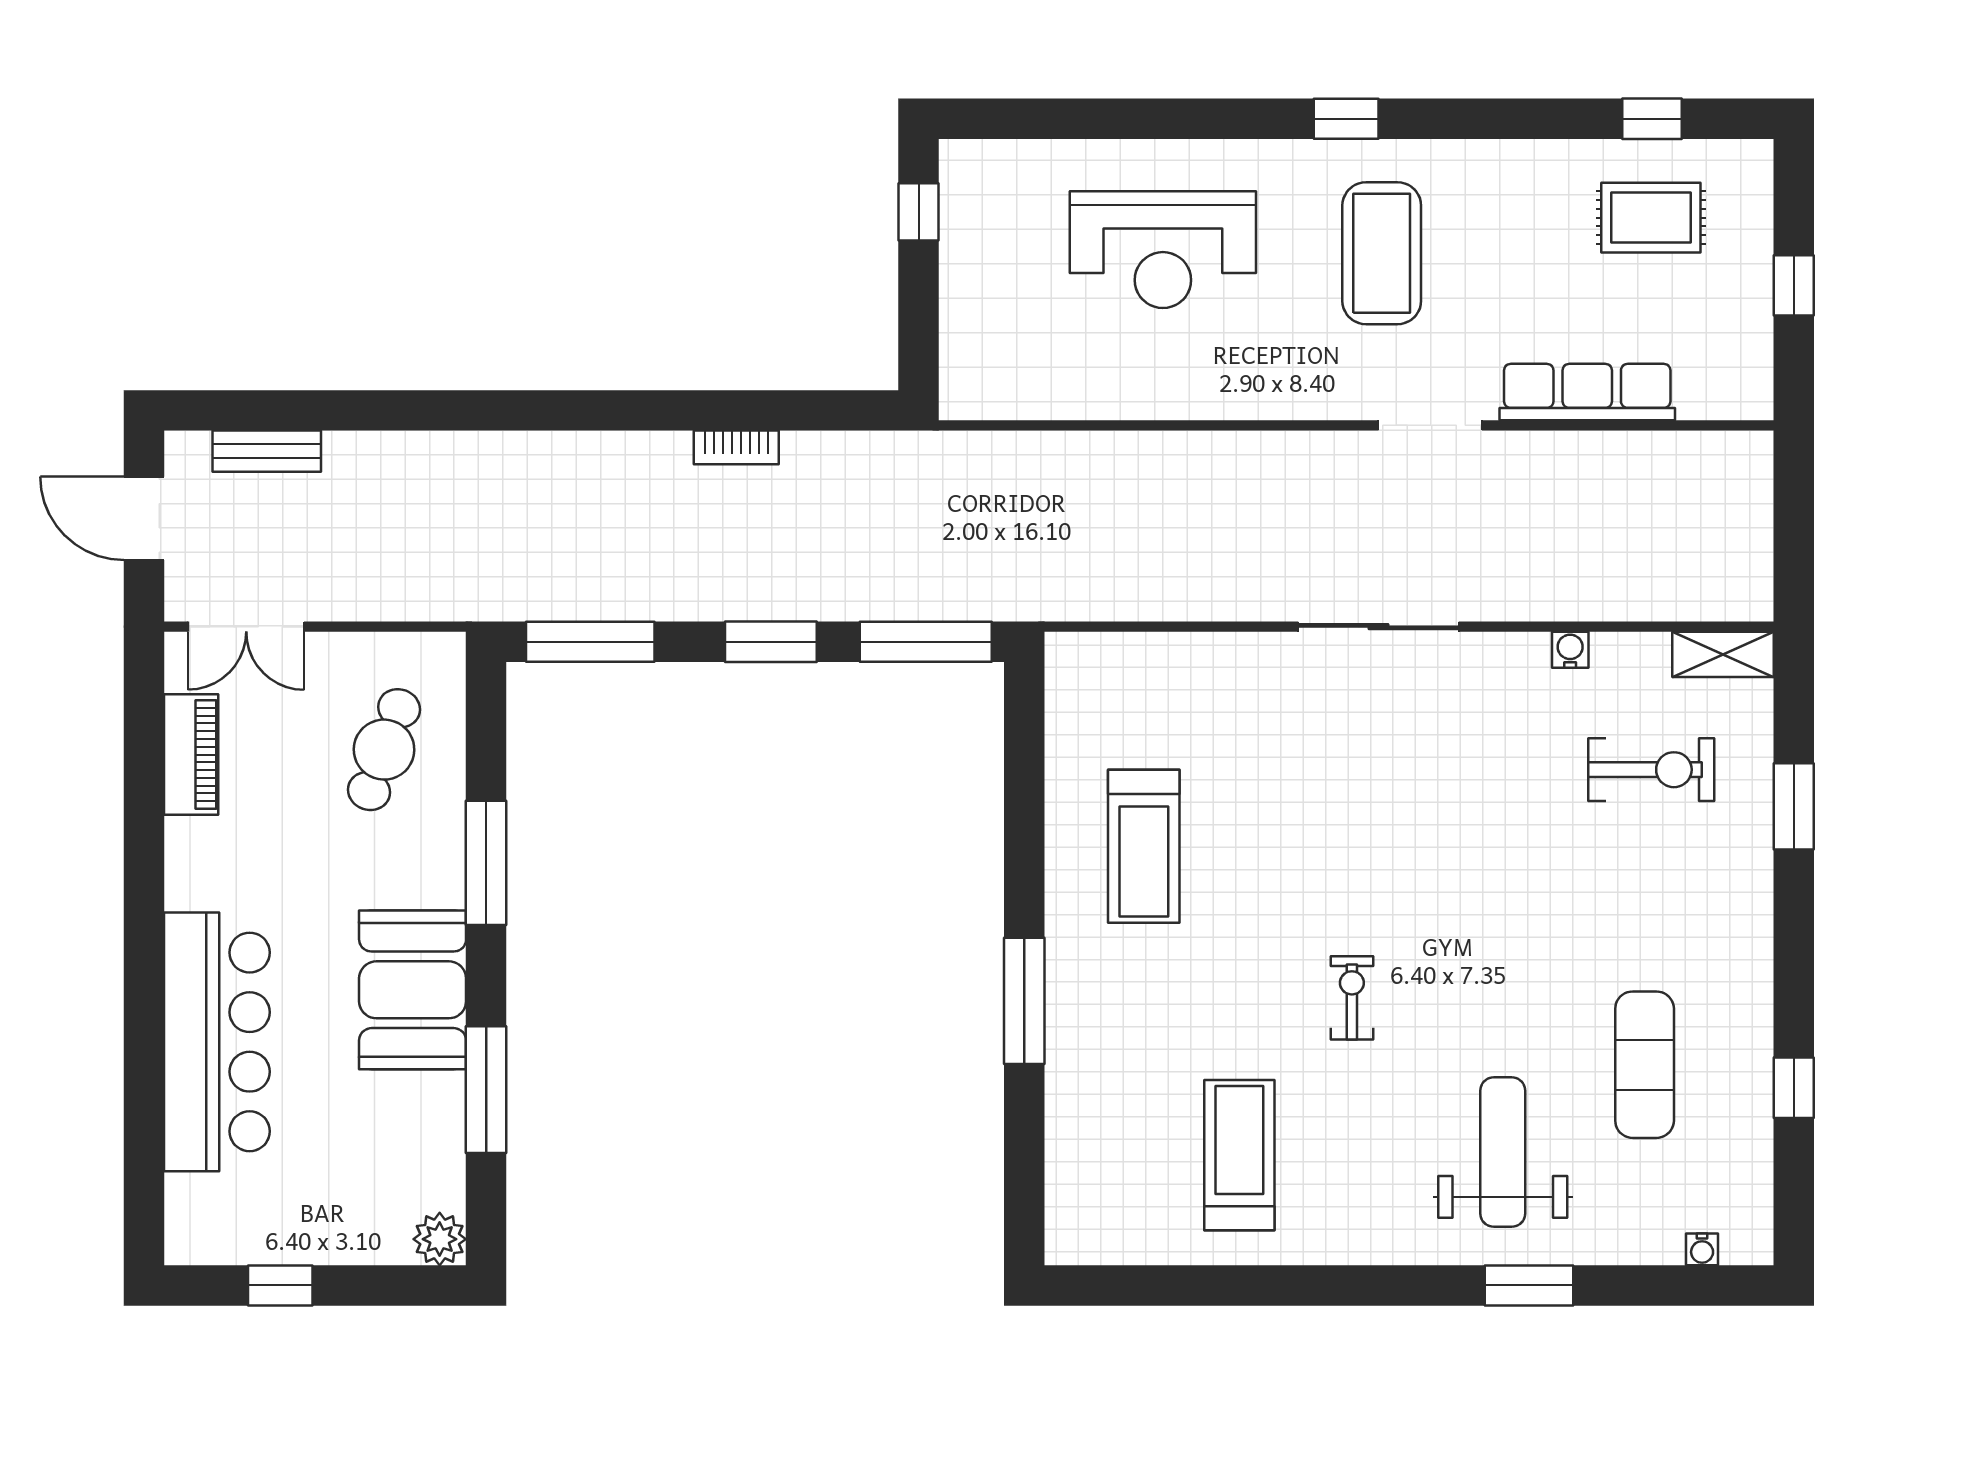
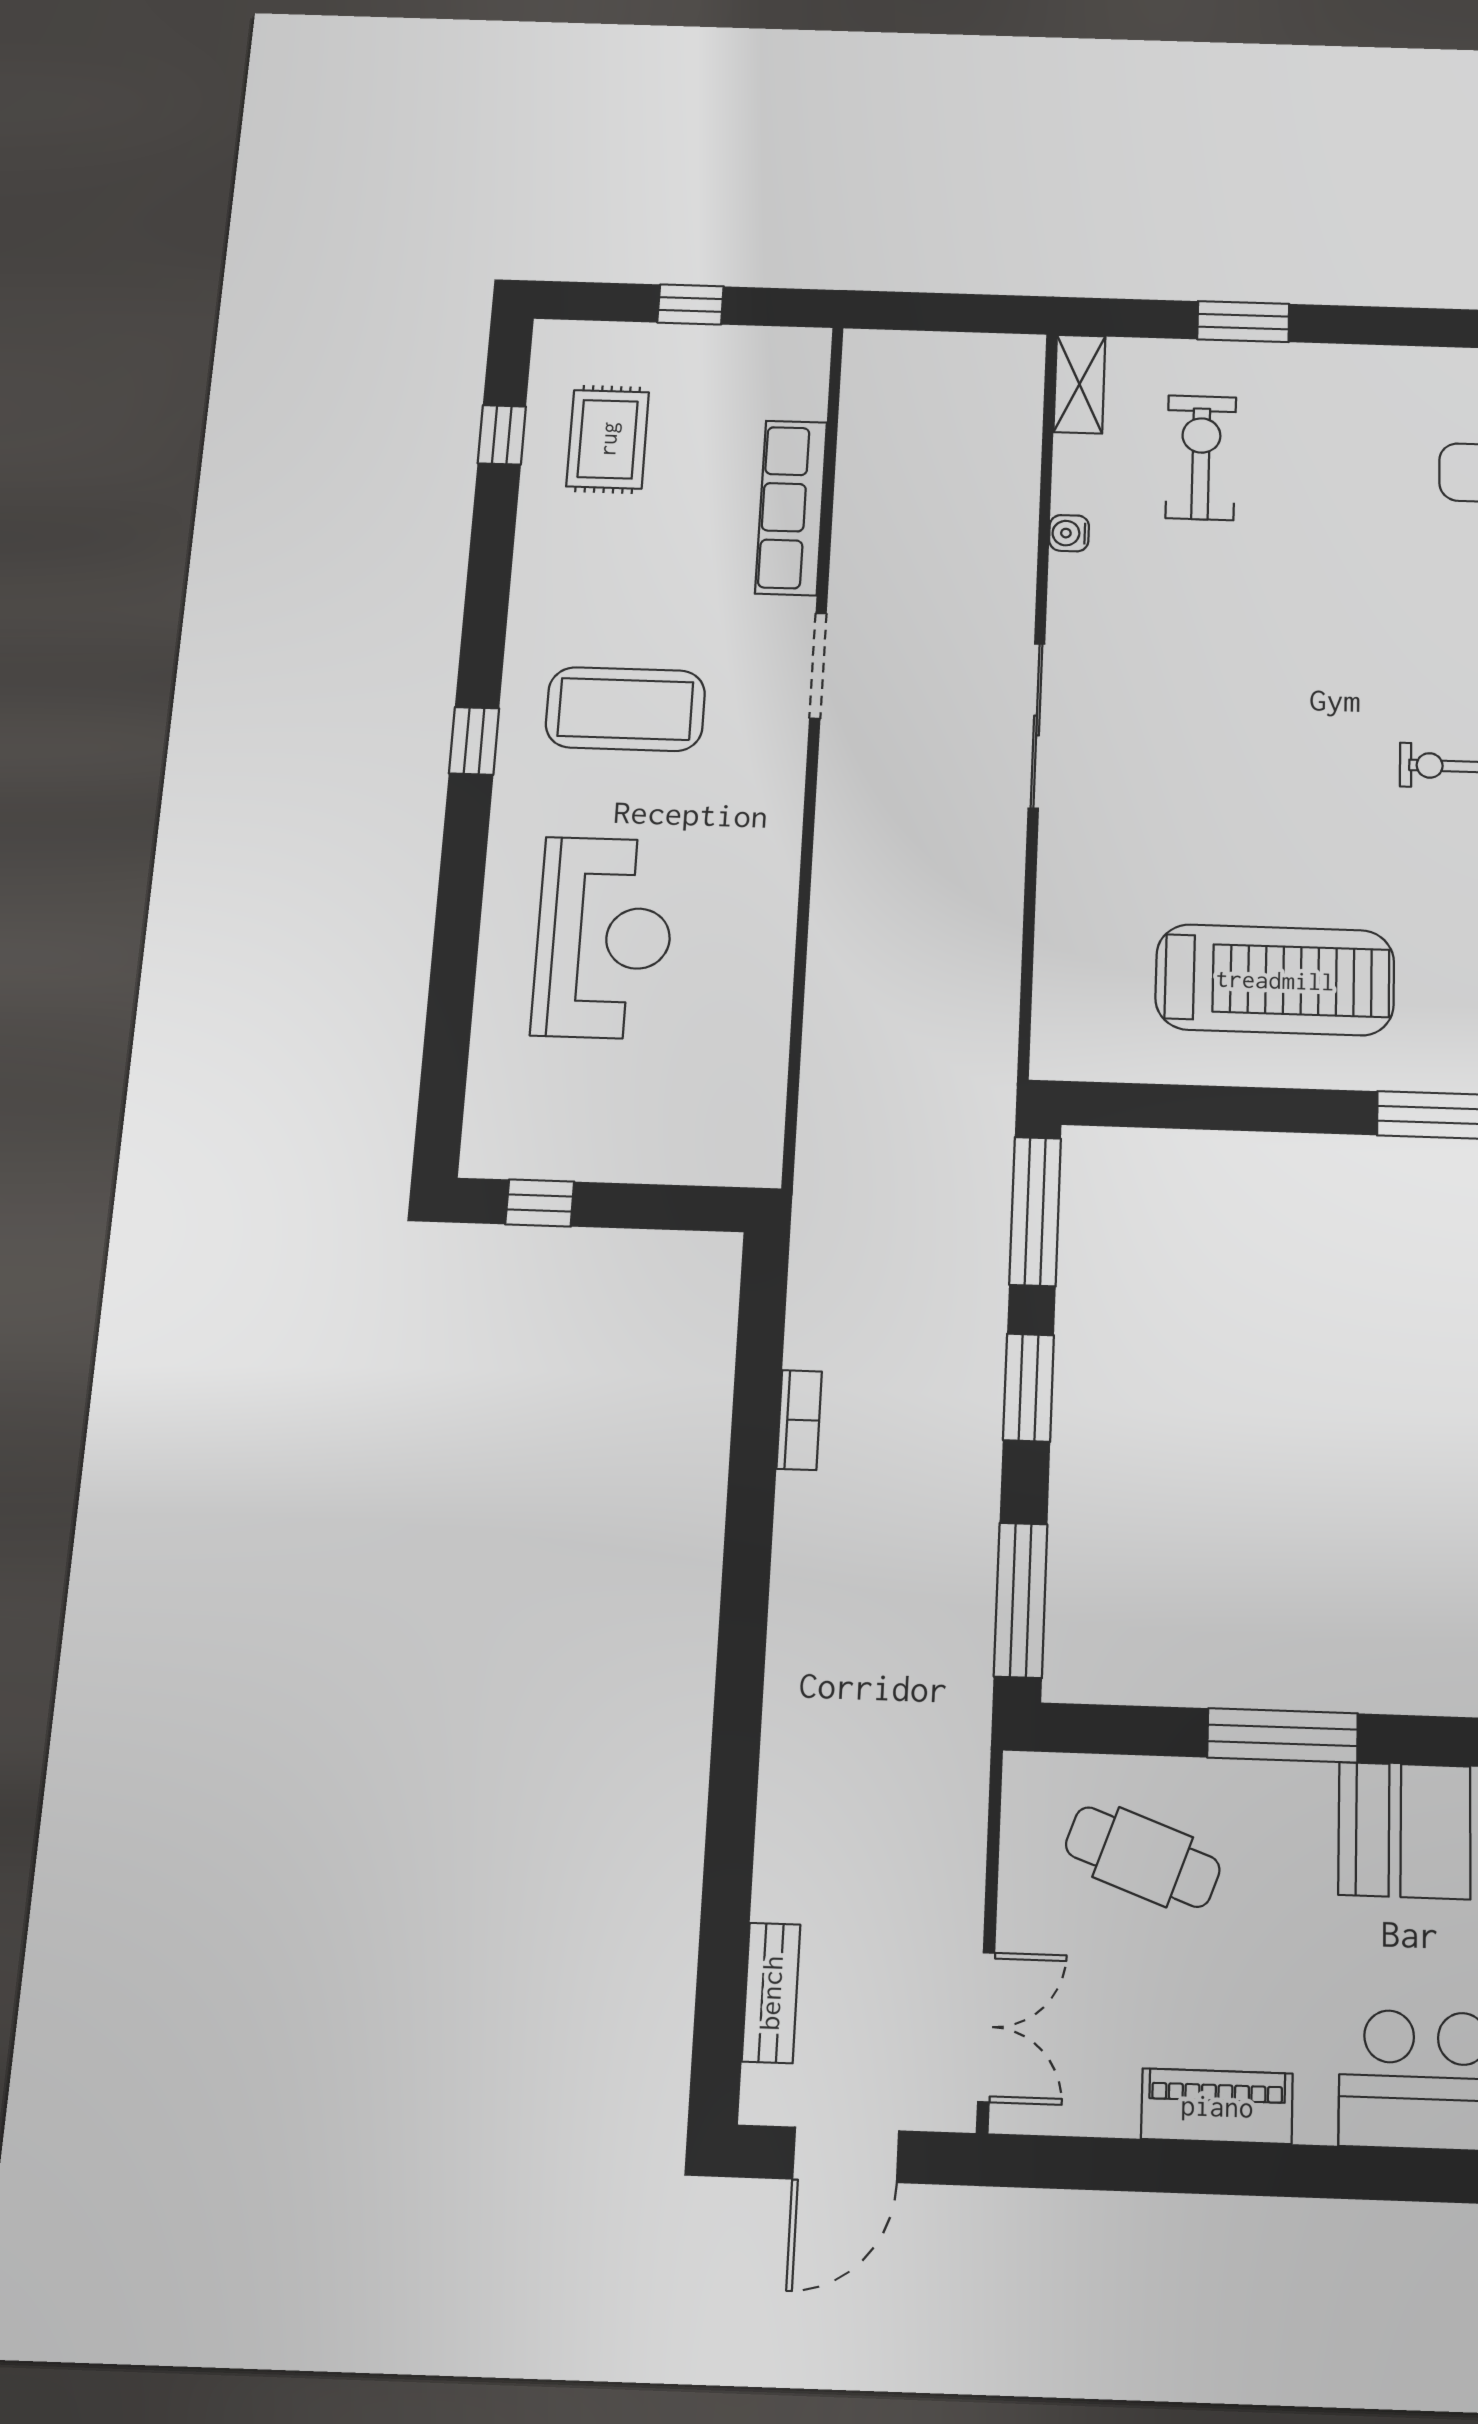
piano: (191, 755) -> (1217, 2106), moved
treadmill: (1144, 846) -> (1275, 980), width x1.37, depth x1.38

